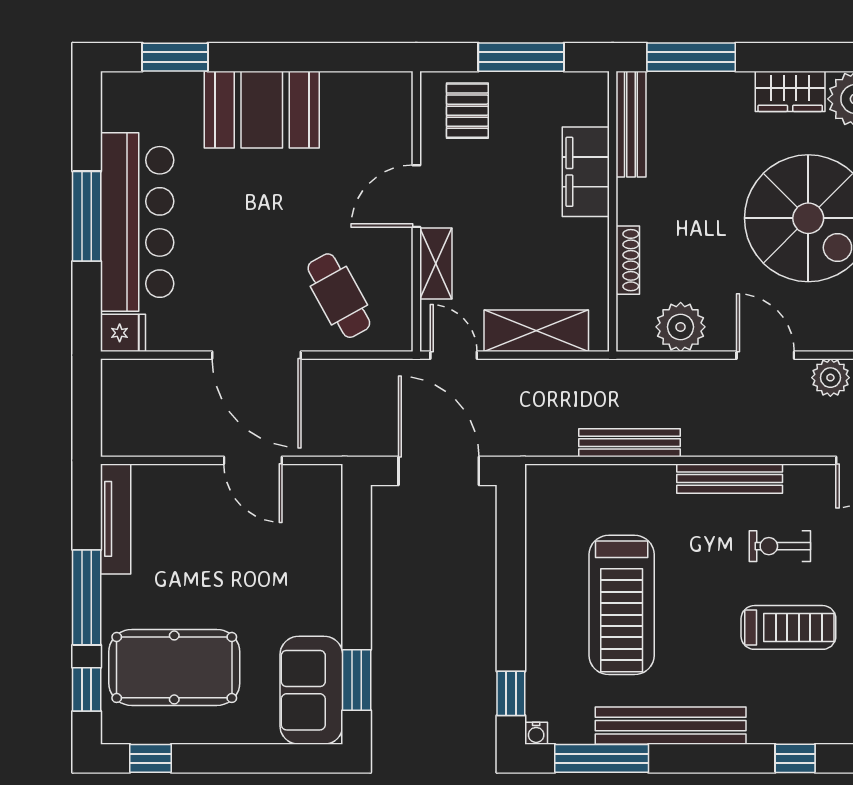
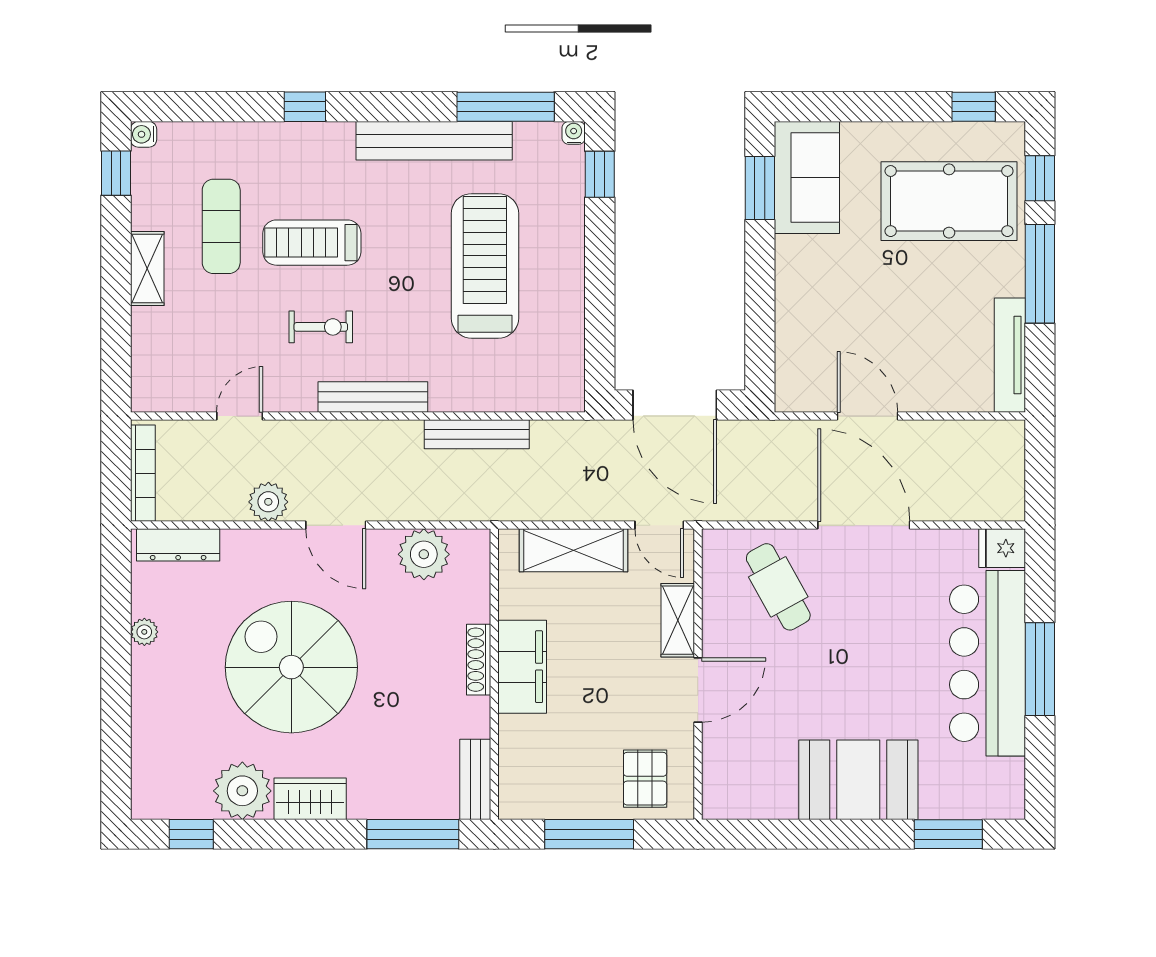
bench: (631, 124) -> (475, 779), width x0.73
filing cabinet: (586, 172) -> (522, 667), moved
shoe rack: (628, 260) -> (479, 660), moved

